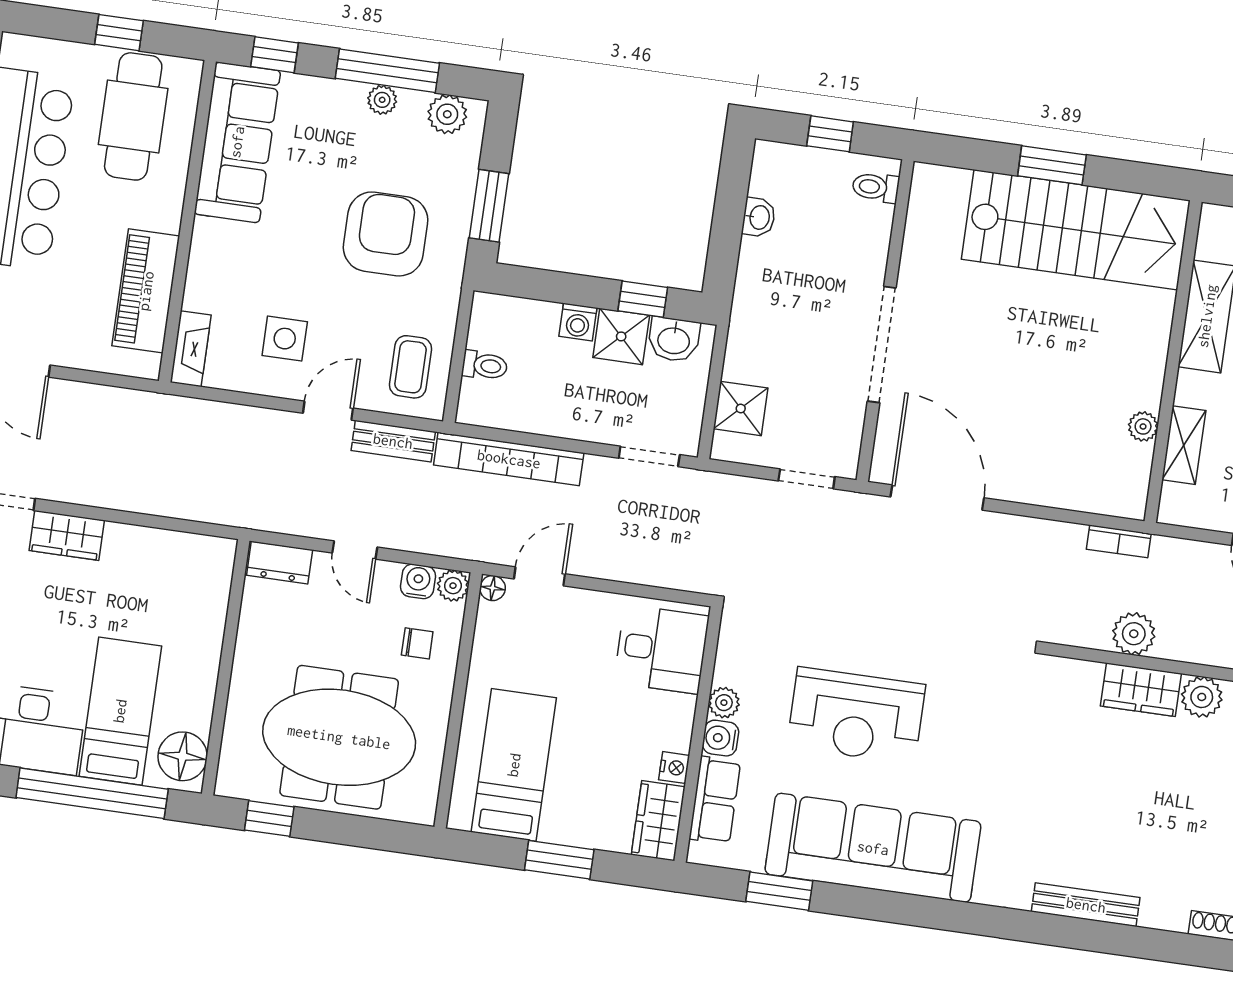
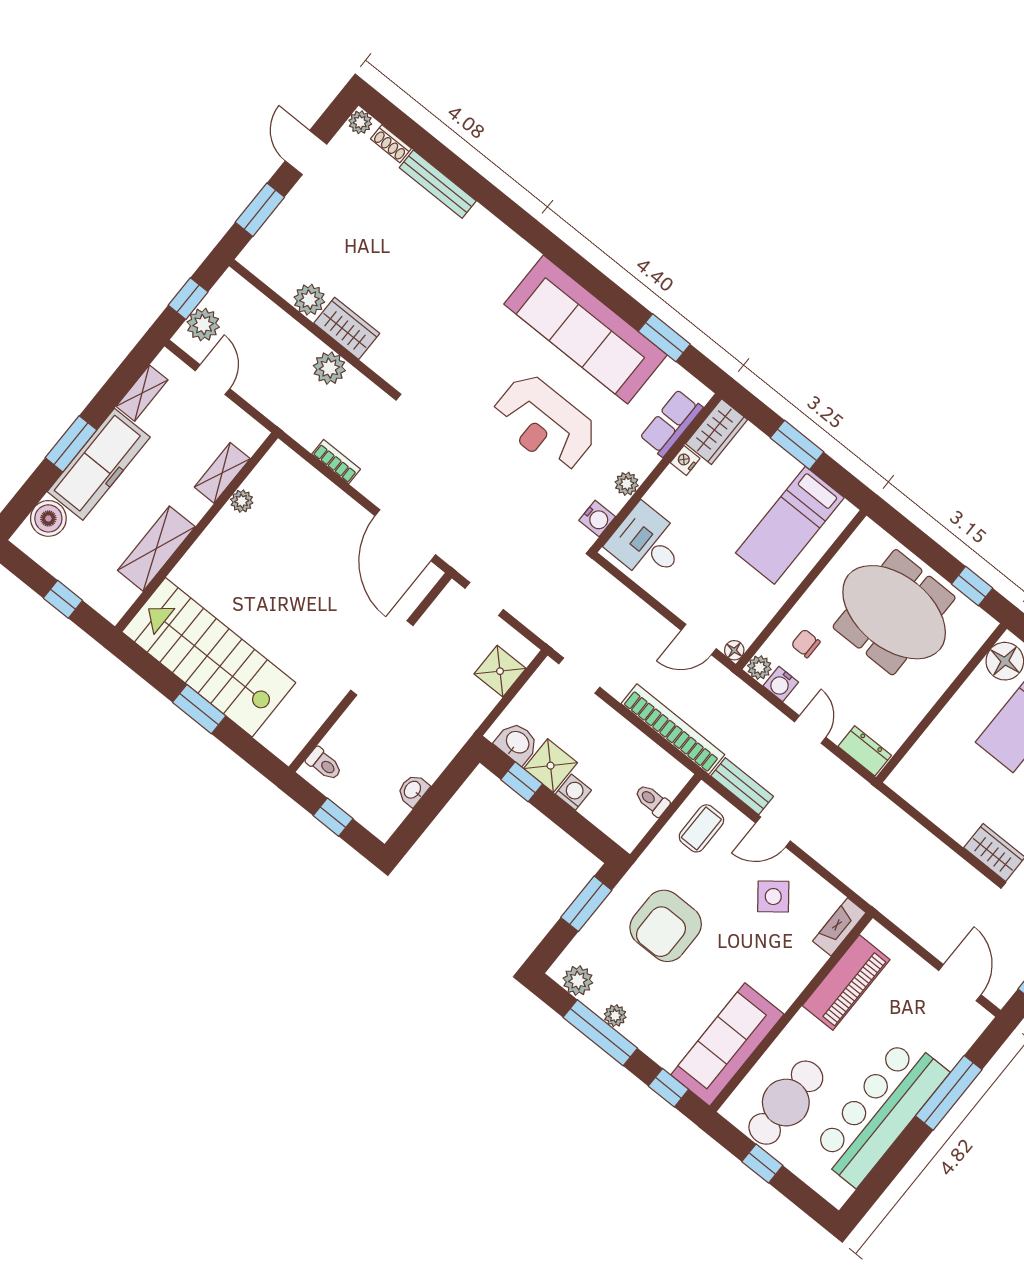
side table: (285, 339) -> (773, 897), turned -38
bookcase: (1119, 541) -> (336, 462), moved
reception desk: (856, 716) -> (545, 423), turned 180
water cooler: (721, 738) -> (597, 518), moved
bench: (1086, 905) -> (438, 184), moved

